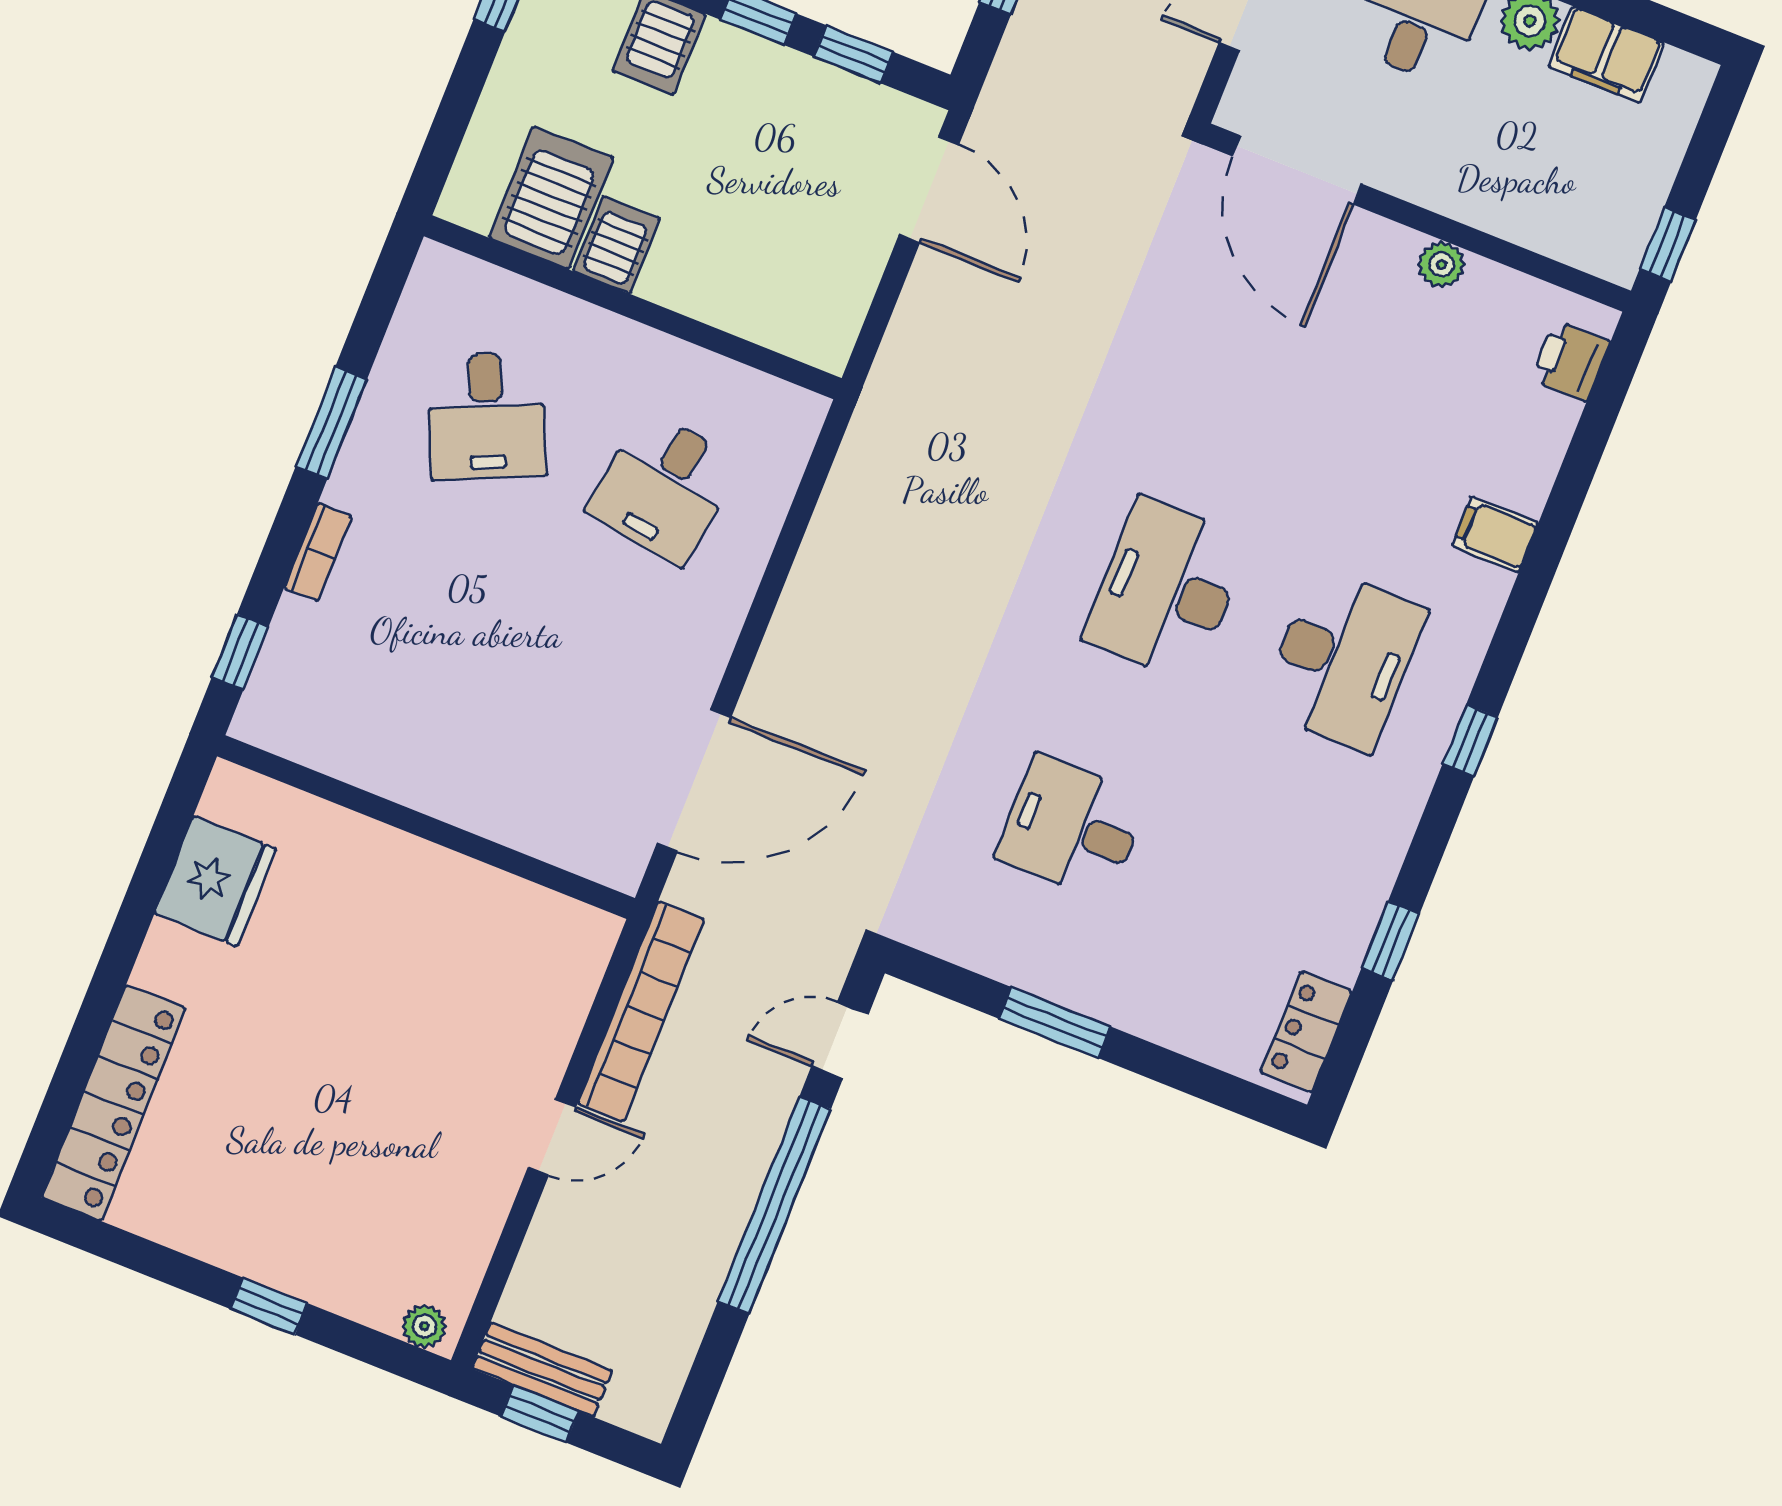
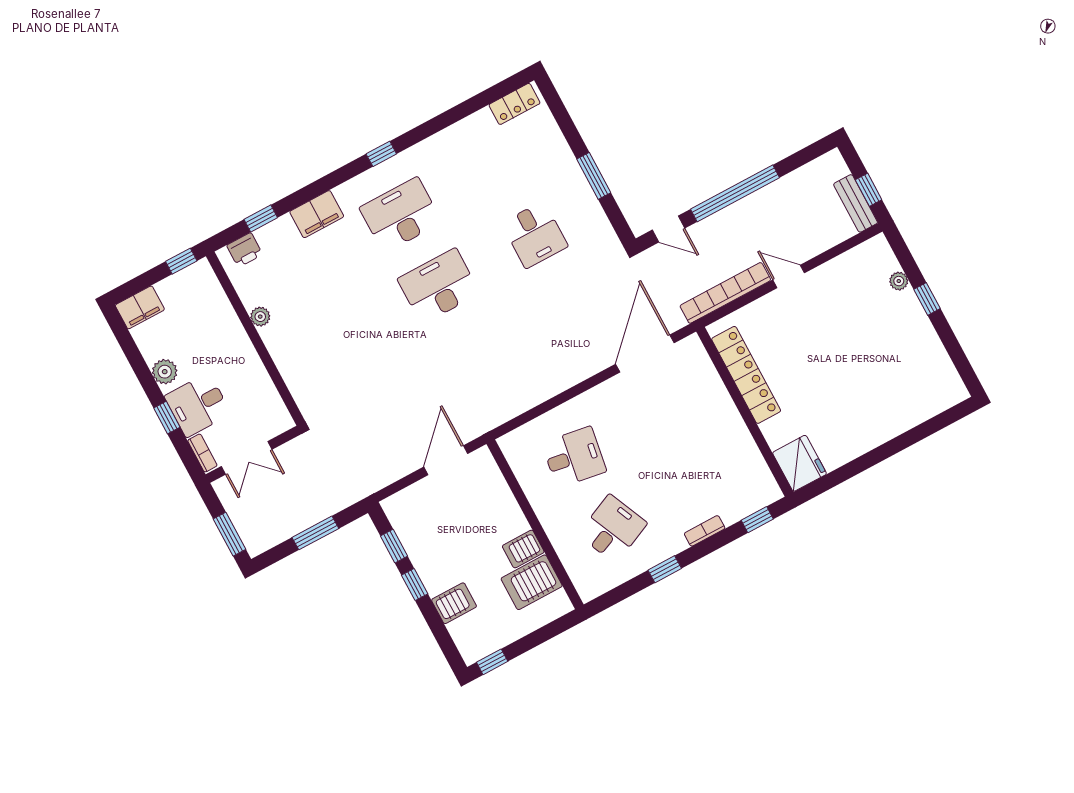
filing cabinet: (1606, 55) -> (140, 307), moved, turned 90
door: (1297, 170) -> (281, 387), removed
door: (929, 190) -> (446, 460), moved
window: (331, 423) -> (665, 569), width x0.67
filing cabinet: (1495, 534) -> (317, 214), width x2.00
desk: (1167, 590) -> (439, 286), turned 180
door: (694, 781) -> (645, 353), hinge flipped
fridge: (215, 881) -> (799, 463), moved, turned 90
window: (1391, 941) -> (261, 218), moved
locker: (114, 1103) -> (746, 375), moved, turned 90
plant: (424, 1326) -> (899, 281), moved

